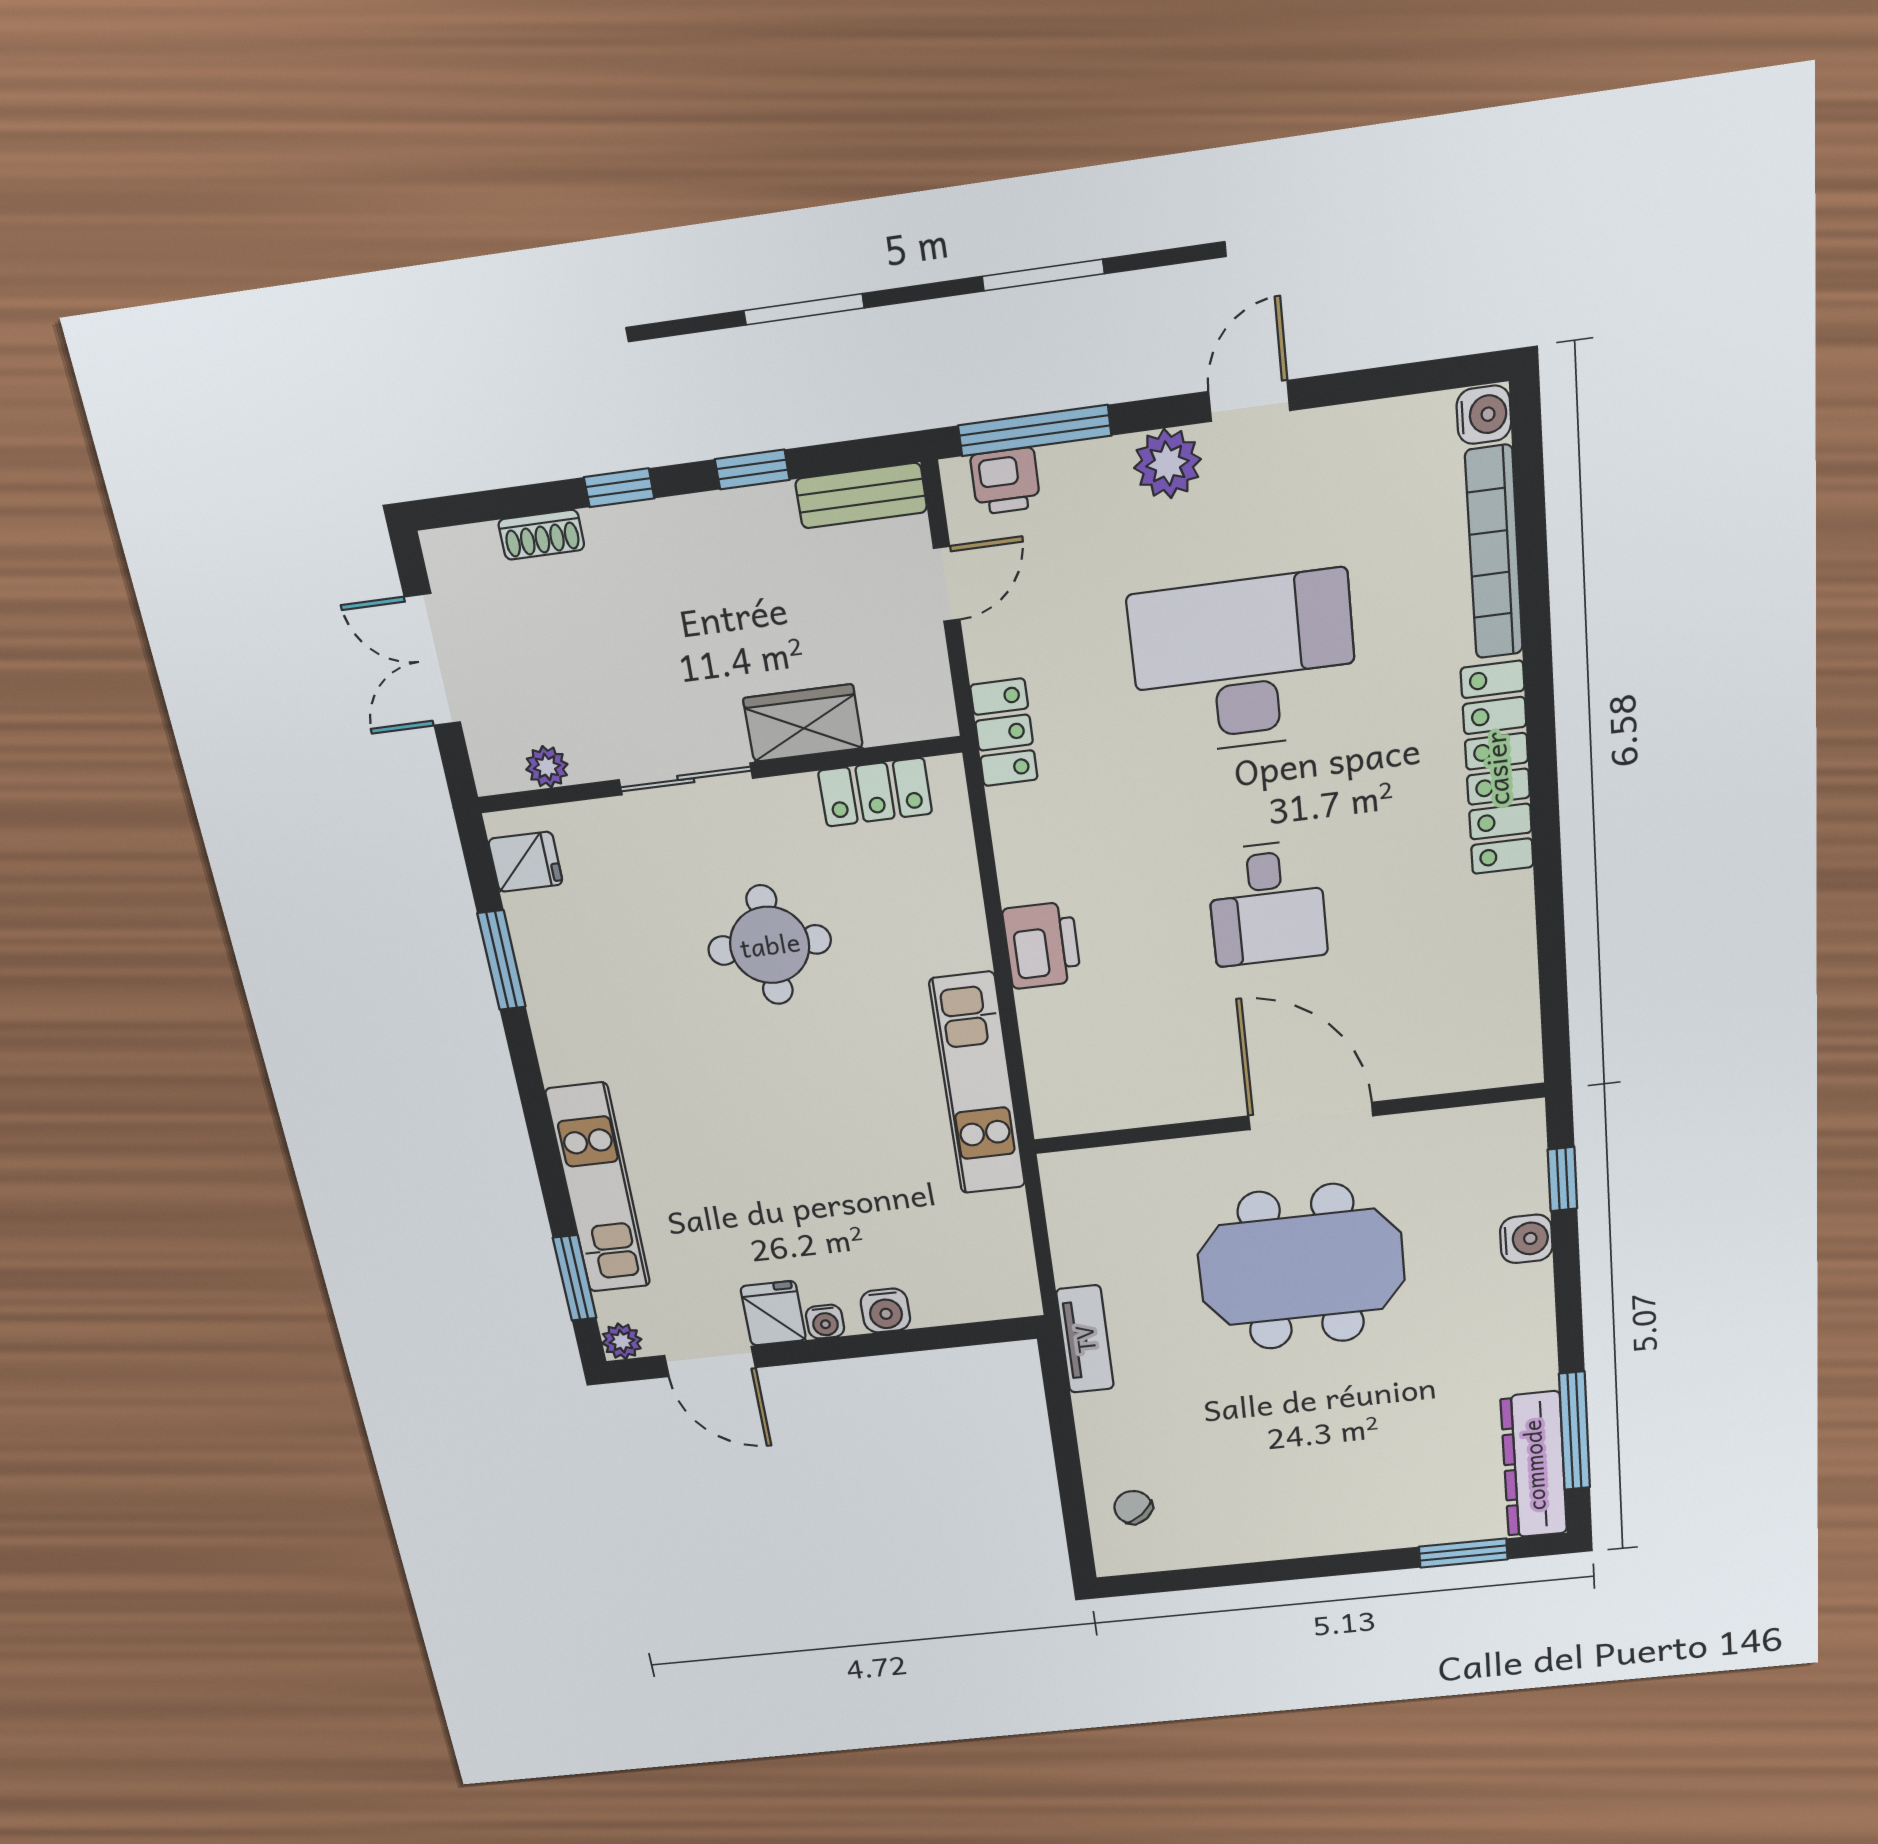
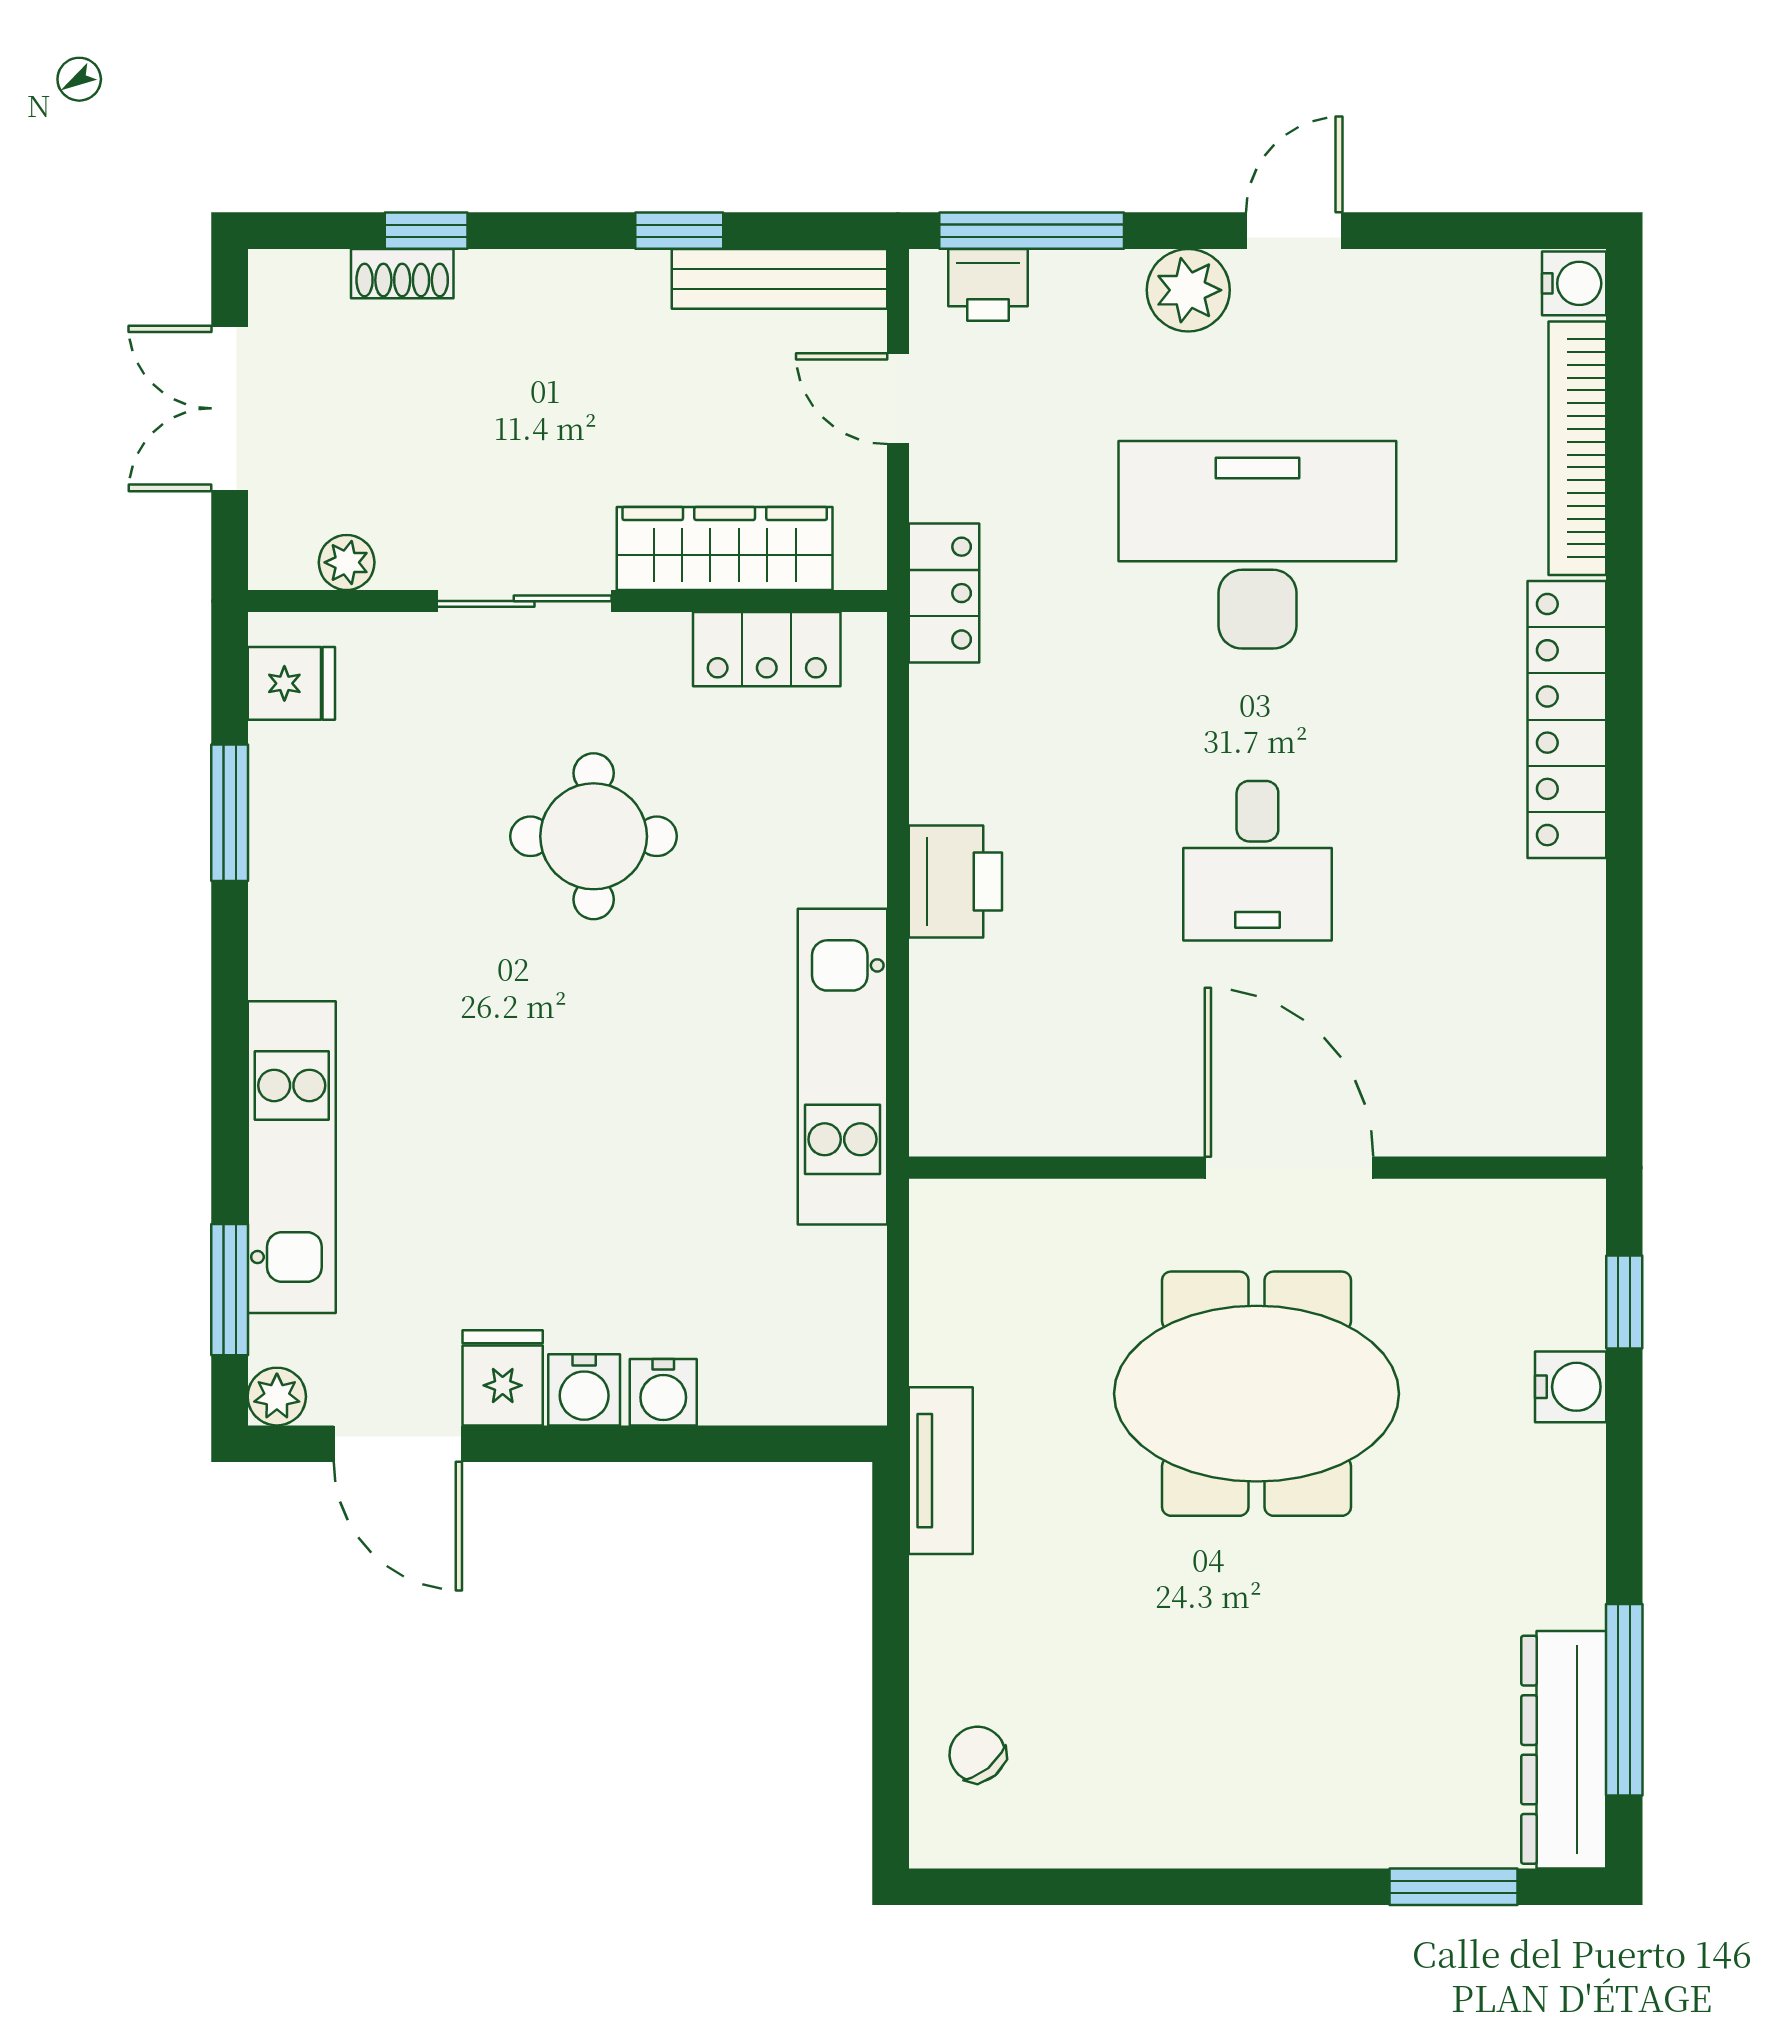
window: (619, 488) -> (426, 231), moved
bench: (861, 496) -> (780, 279), width x1.36
door: (947, 584) -> (898, 399), swing flipped
wardrobe: (803, 723) -> (725, 548), width x1.50
water cooler: (825, 1322) -> (584, 1390), width x1.38, depth x1.38

